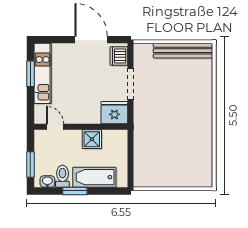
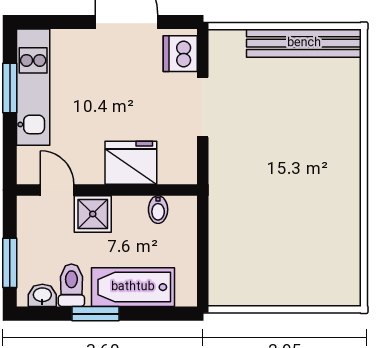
fridge: (114, 113) -> (131, 163), moved
bidet: (107, 137) -> (158, 210), added
shower: (92, 139) -> (93, 214), moved

